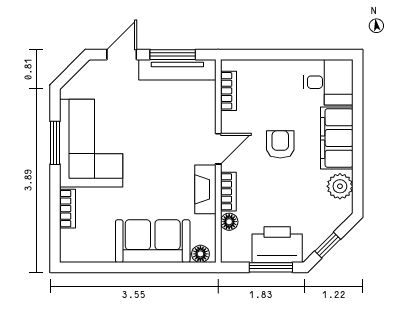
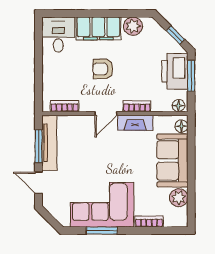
door: (218, 149) -> (106, 114), swing flipped
floor lamp: (229, 222) -> (178, 106), moved
plant: (101, 250) -> (179, 198), added

